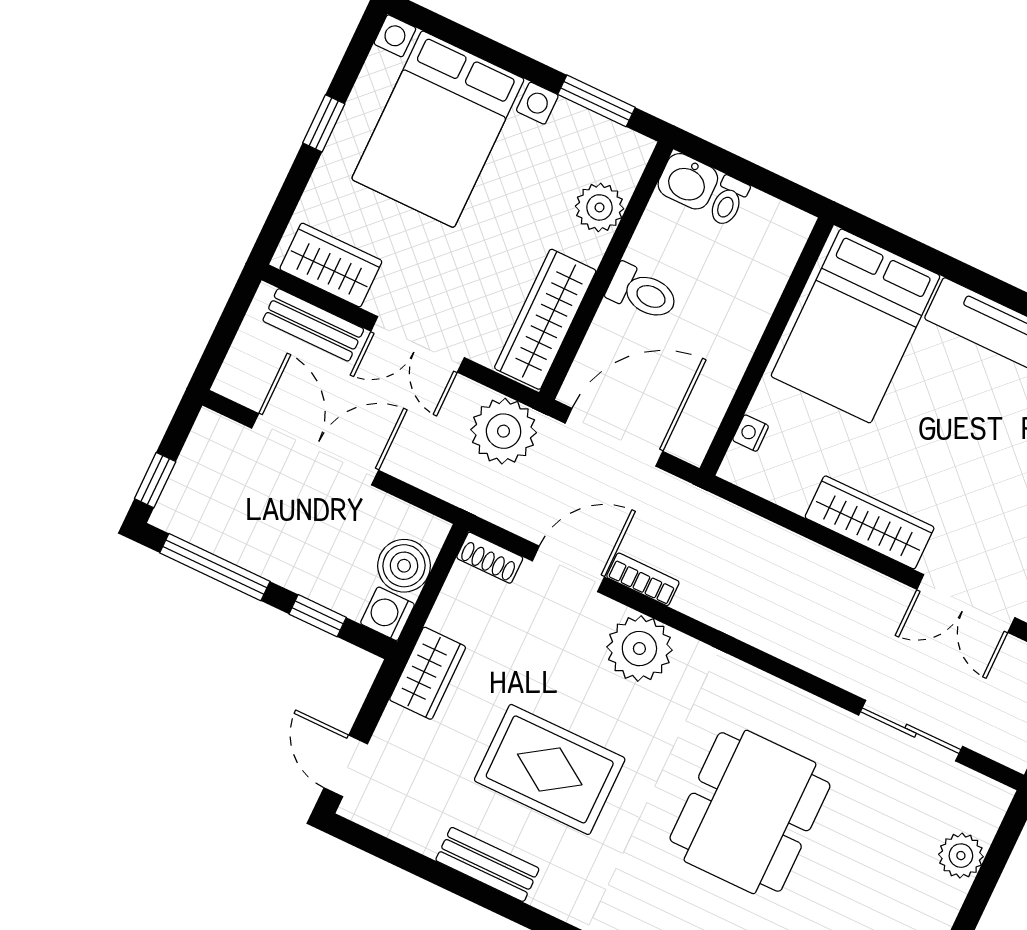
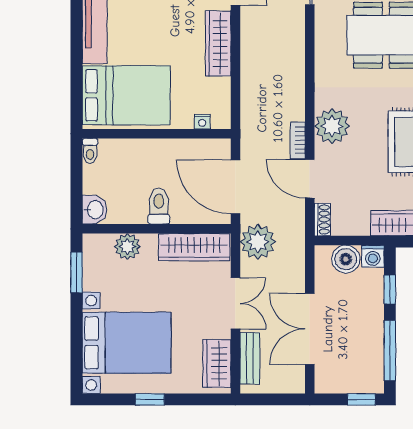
toilet: (728, 201) -> (90, 151), moved, turned 90

